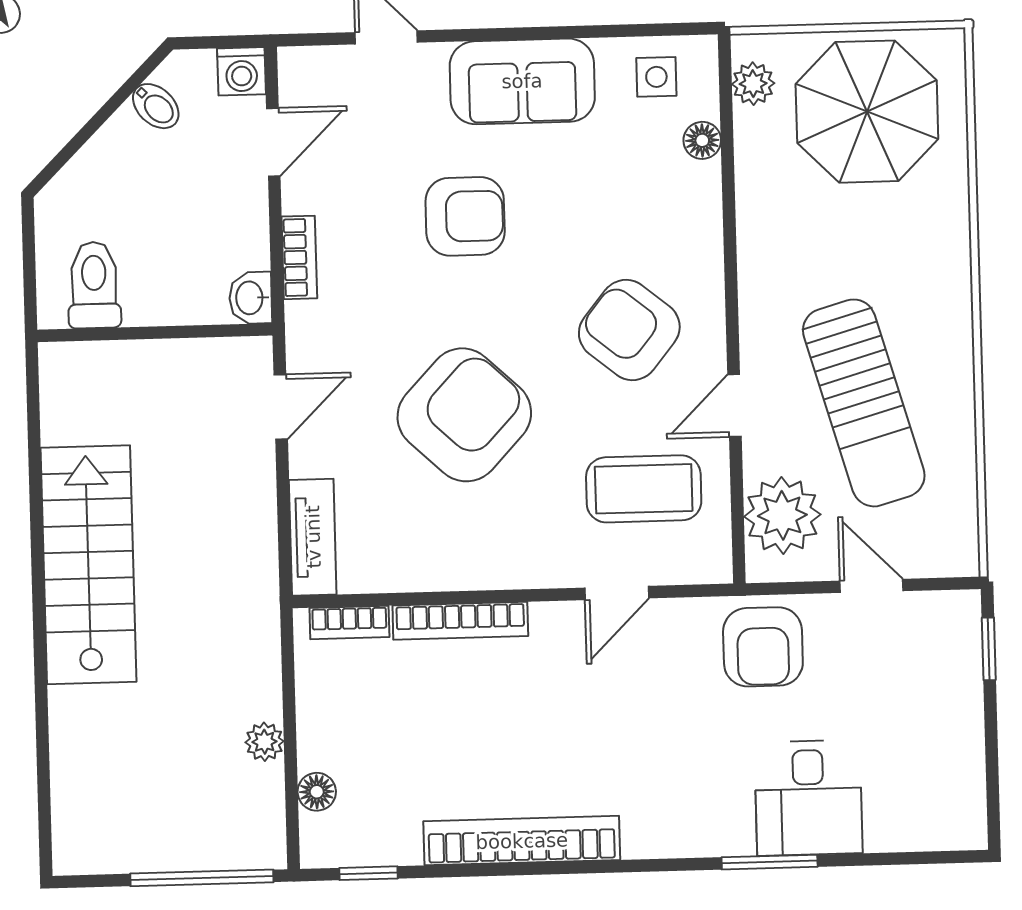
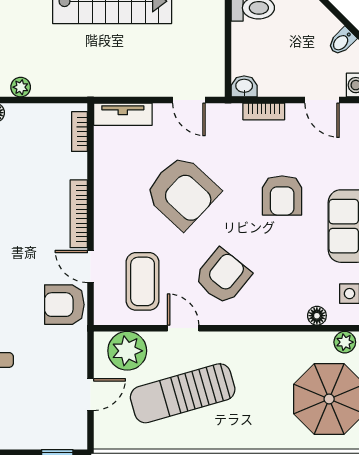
bookcase: (460, 621) -> (79, 214), moved
armchair: (763, 647) -> (64, 305), moved

